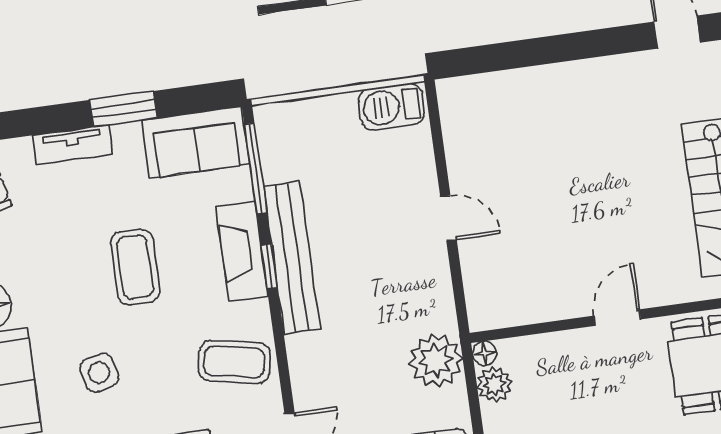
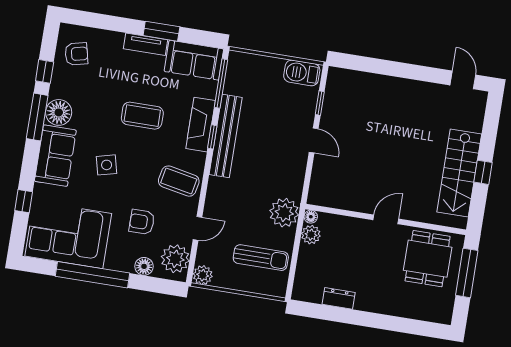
tv unit: (73, 145) -> (146, 44), moved
window: (439, 150) -> (320, 103), added
coffee table: (135, 267) -> (142, 116), turned 90

